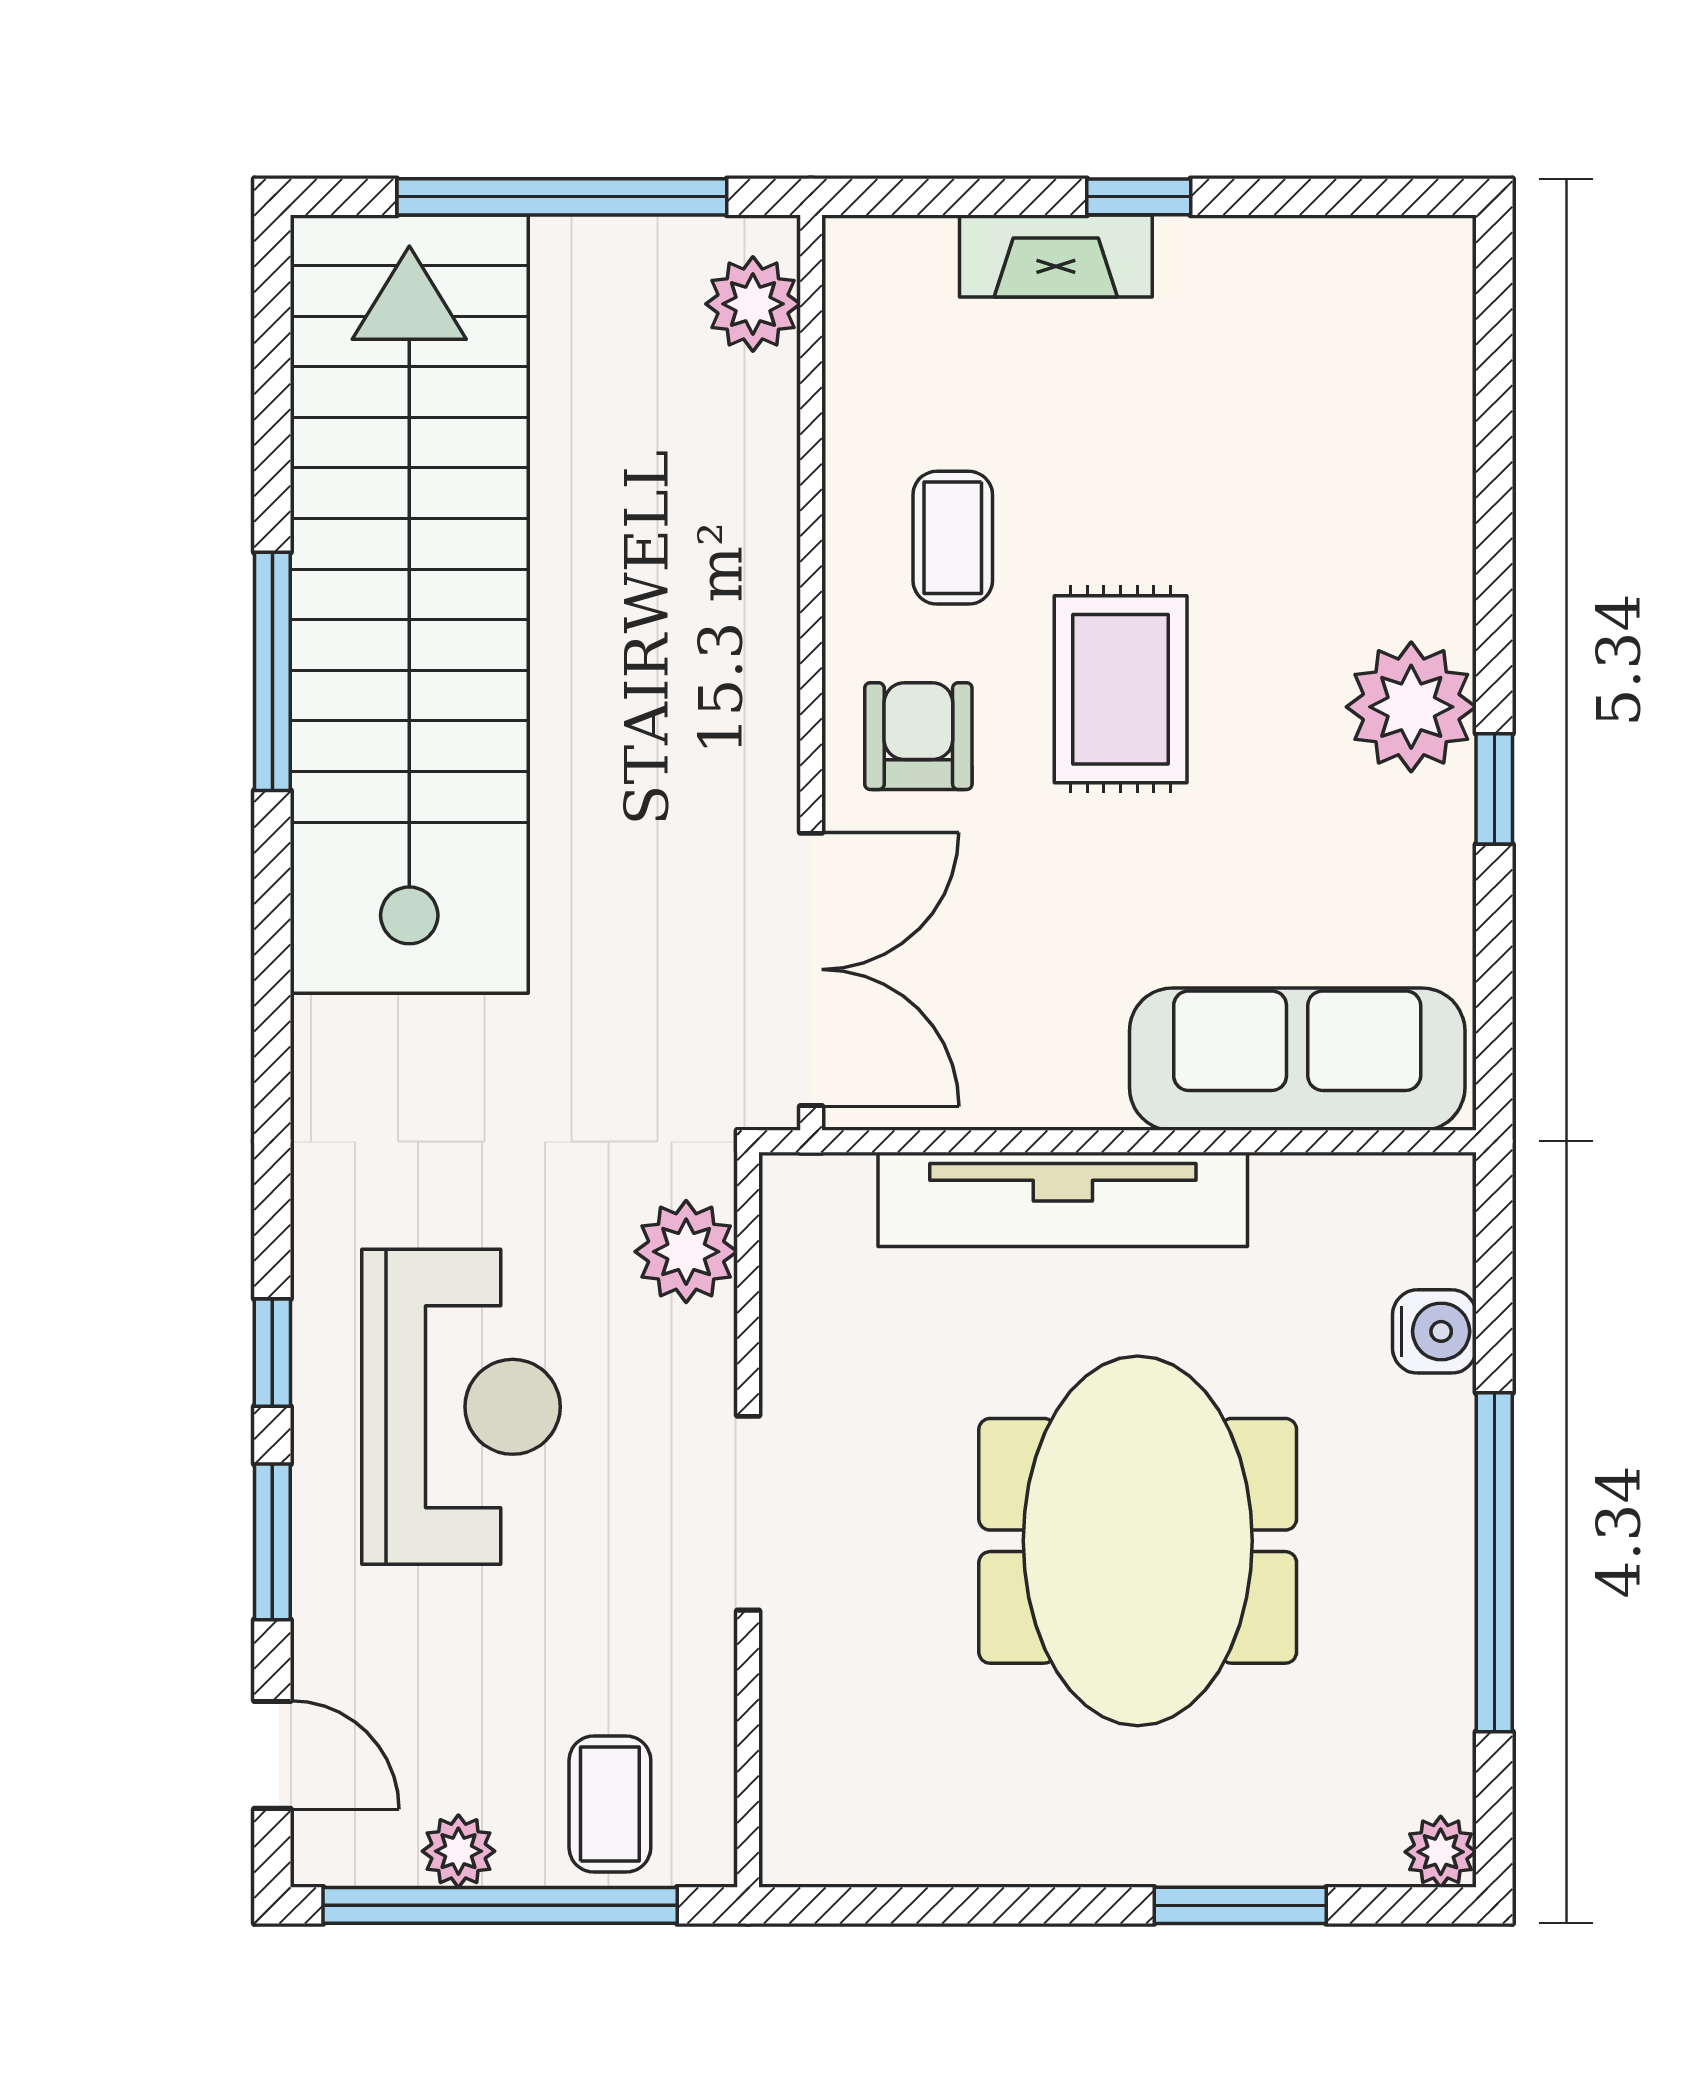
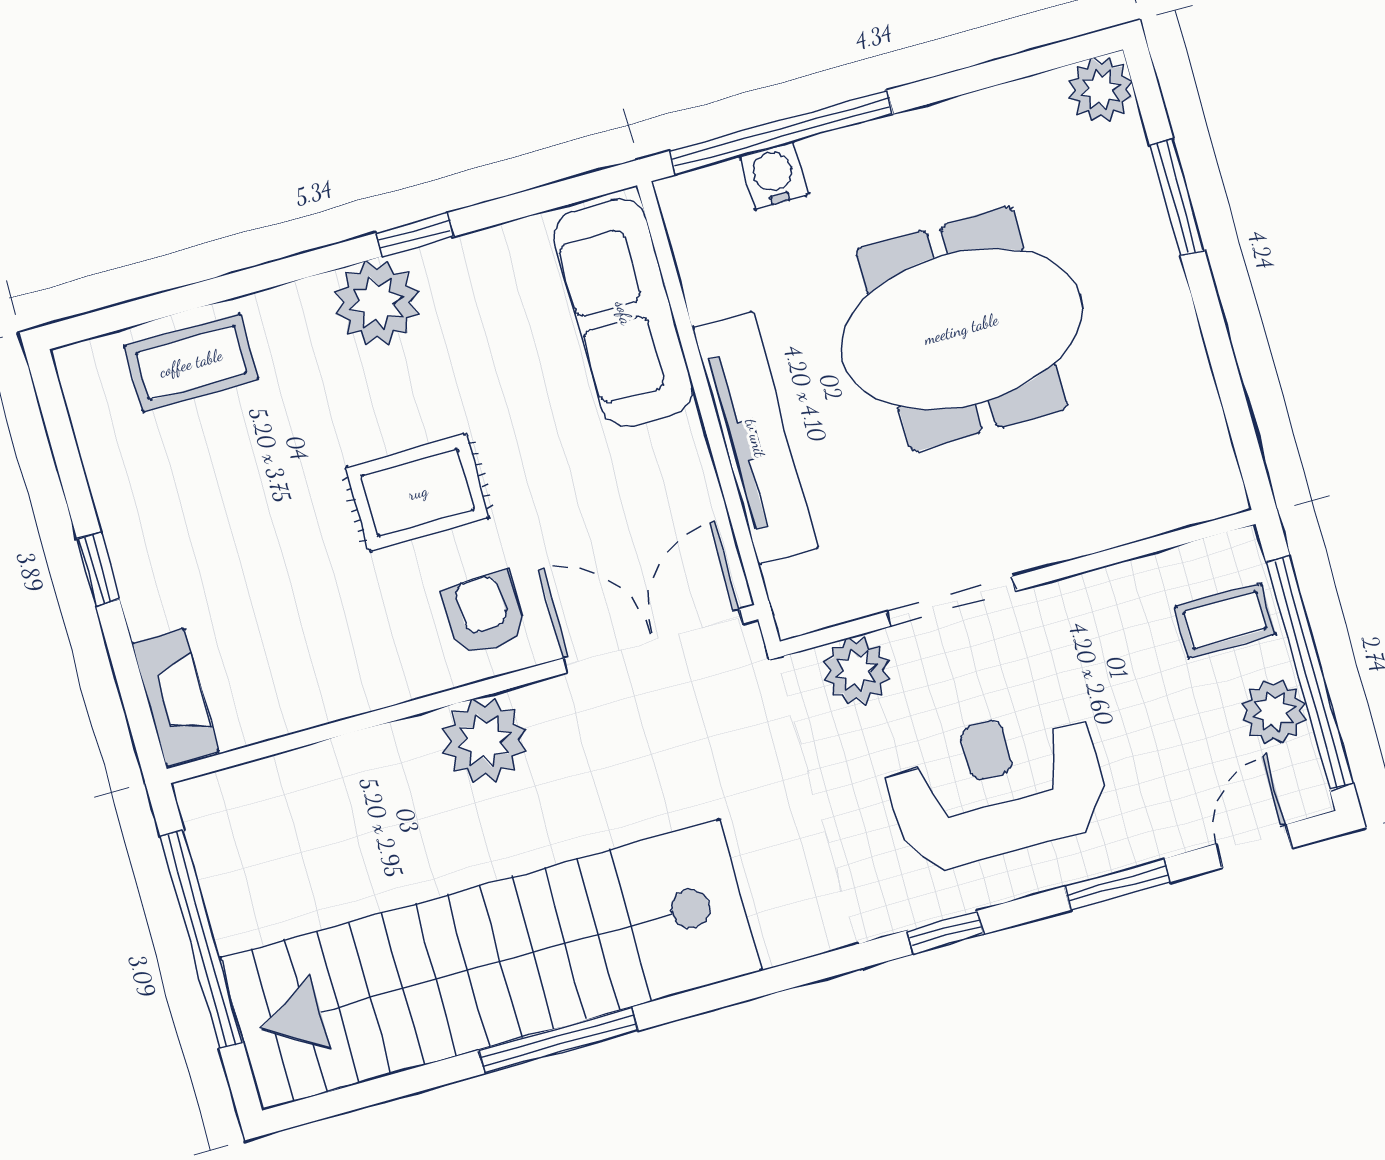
fireplace: (1056, 256) -> (175, 698), moved
plant: (753, 304) -> (484, 740), moved, width x1.36, depth x1.36
coffee table: (953, 538) -> (191, 363), moved, width x1.36, depth x1.30
armchair: (918, 736) -> (484, 614), turned 88
window: (272, 1353) -> (945, 932), moved
doorway: (748, 1513) -> (951, 601), moved
window: (1494, 1562) -> (781, 132), moved
plant: (458, 1851) -> (1274, 712), width x1.38, depth x1.38
plant: (1441, 1852) -> (1101, 90), width x1.38, depth x1.38

